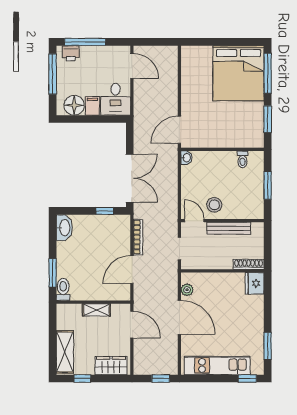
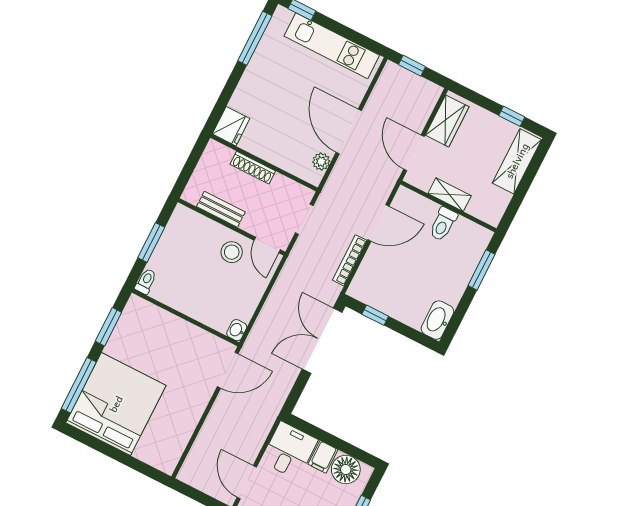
toilet: (242, 159) -> (146, 281), moved
bench: (229, 228) -> (221, 209), width x0.73
shoe rack: (249, 264) -> (253, 168), moved
toilet: (63, 289) -> (443, 224), moved
window: (268, 346) -> (255, 38), width x1.44
wardrobe: (111, 366) -> (447, 121), moved, turned -90

